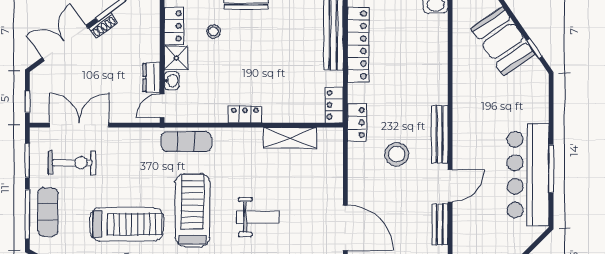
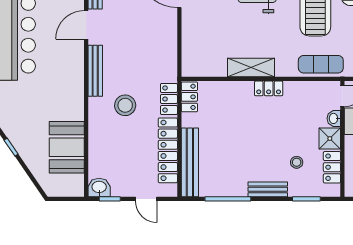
booth: (503, 41) -> (67, 147), moved, turned 34
locker: (357, 123) -> (169, 99), moved
shelving: (290, 138) -> (251, 68), moved
stool: (397, 154) -> (125, 105), moved

